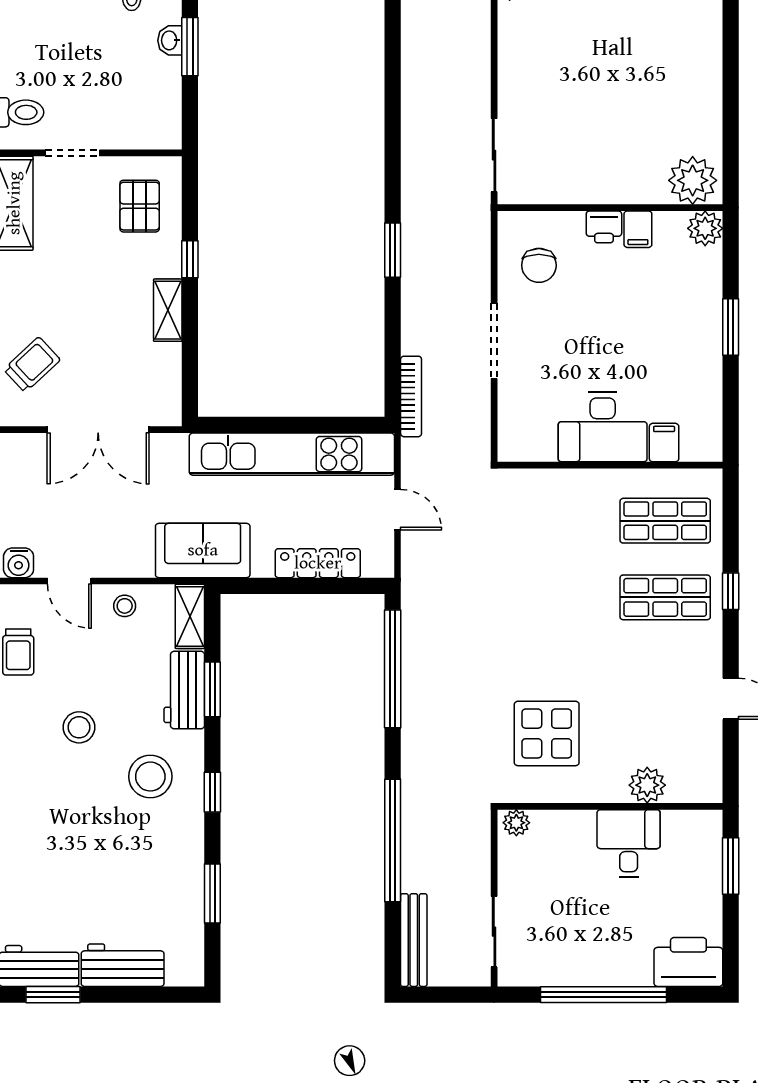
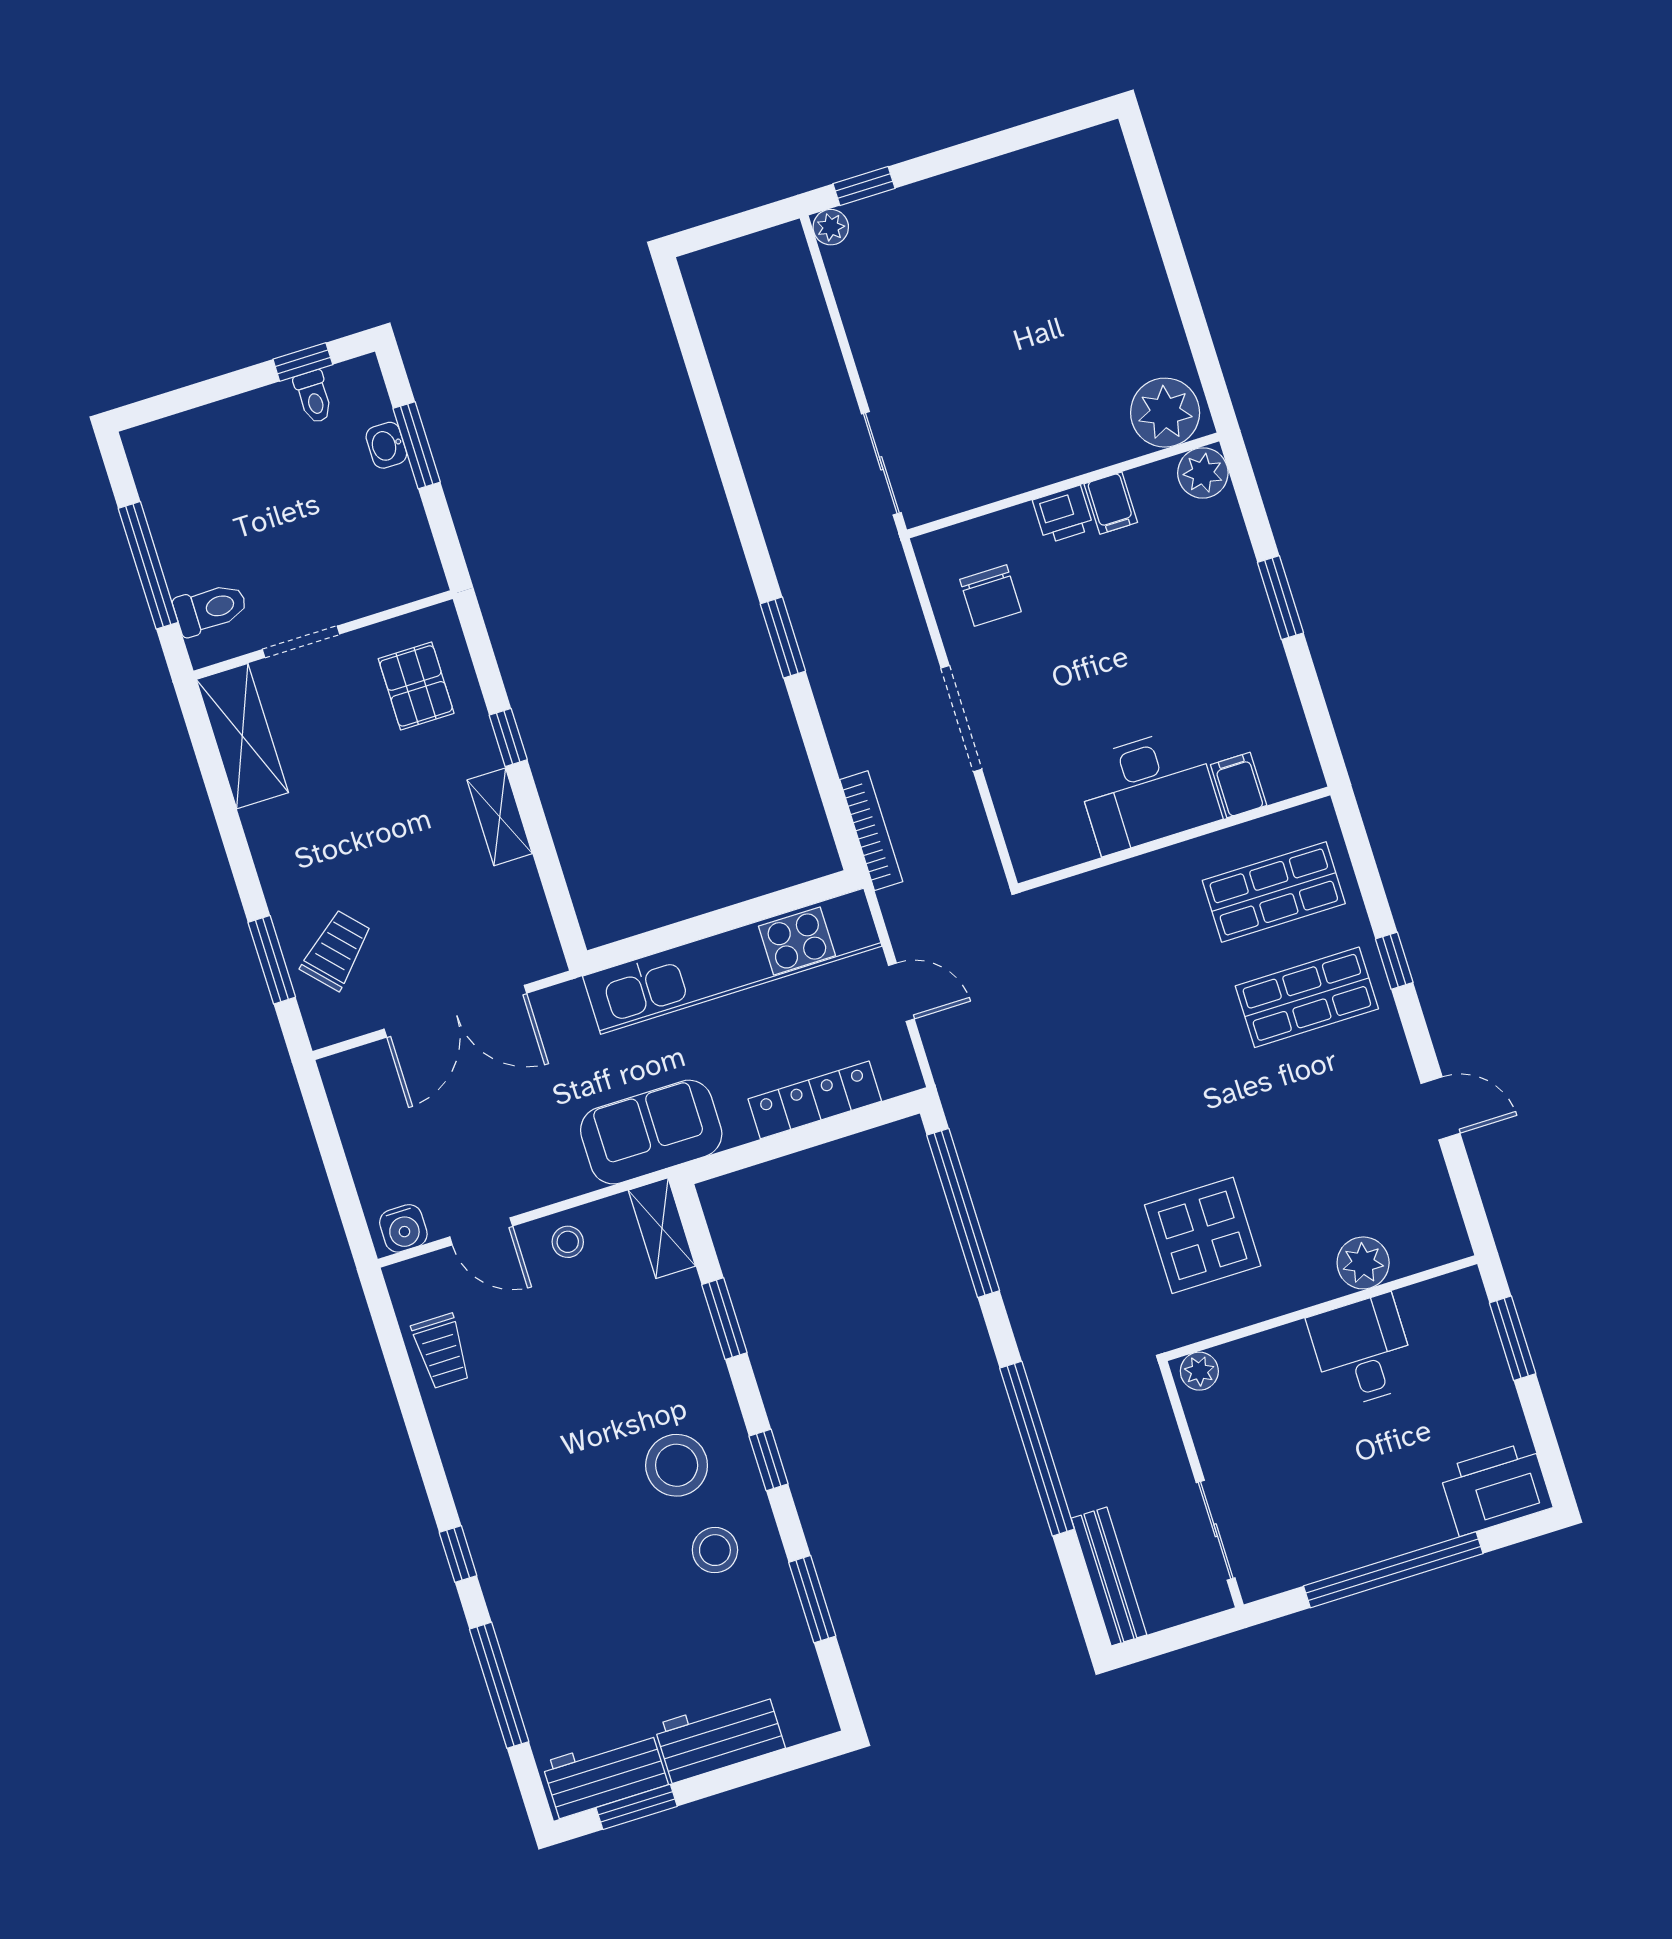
workbench: (184, 690) -> (686, 1332), removed
stool: (79, 727) -> (715, 1550), moved

